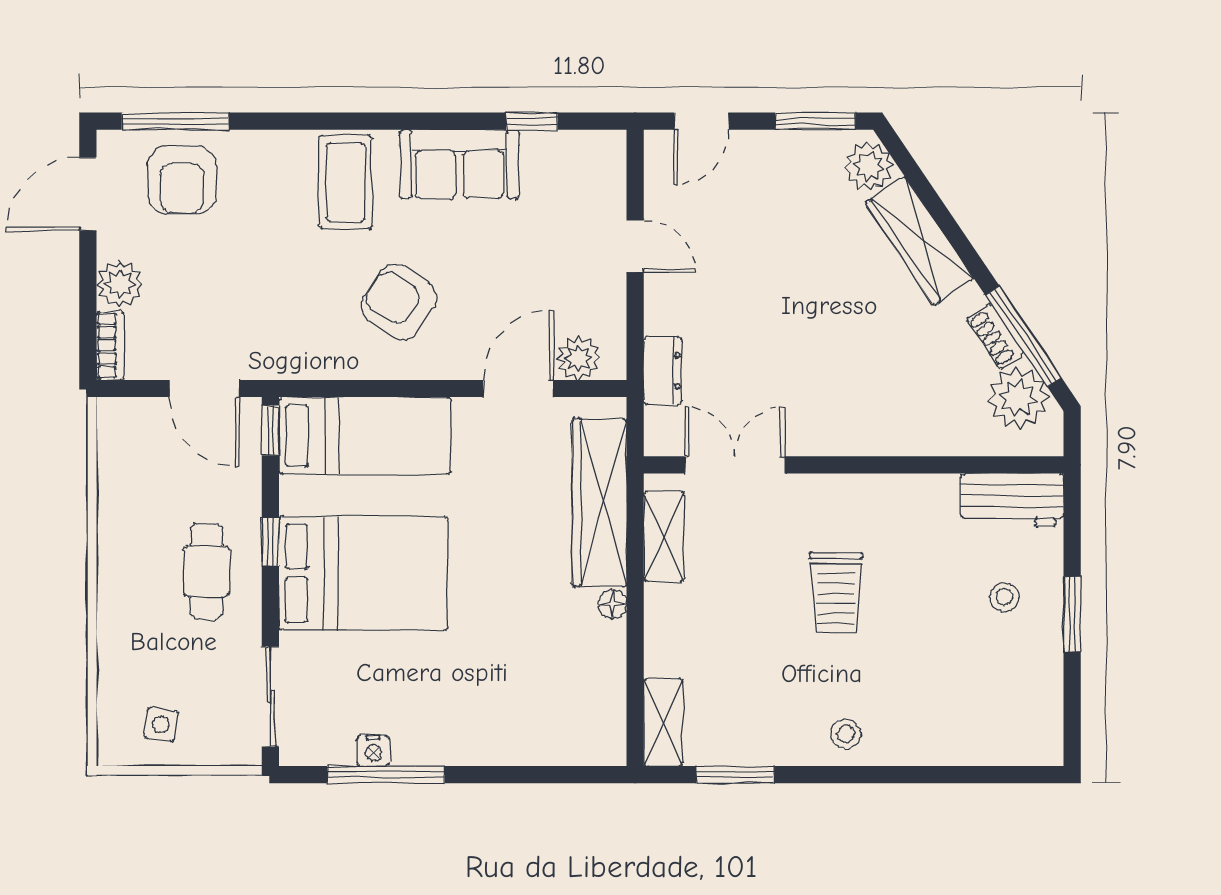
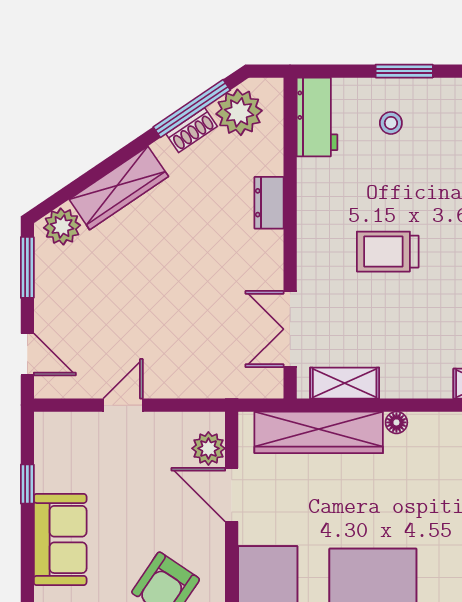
dresser: (663, 371) -> (269, 203), moved, turned -90
trolley: (836, 593) -> (388, 252), turned 180

